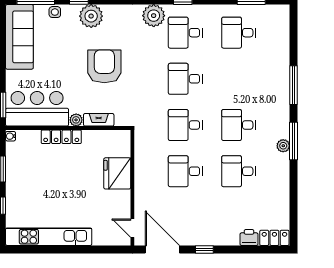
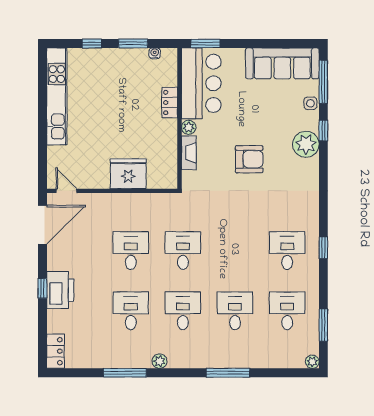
plant: (154, 16) -> (312, 362), moved, width x0.53, depth x0.53
armchair: (104, 66) -> (249, 159), width x0.73, depth x0.73
desk: (185, 79) -> (235, 311), moved
water cooler: (11, 136) -> (155, 53), moved
locker: (61, 137) -> (170, 102), width x0.66
window: (294, 141) -> (125, 373), moved
door: (132, 228) -> (66, 191), hinge flipped
printer: (249, 238) -> (60, 290), moved, width x1.87, depth x1.48
window: (204, 249) -> (42, 288), moved

